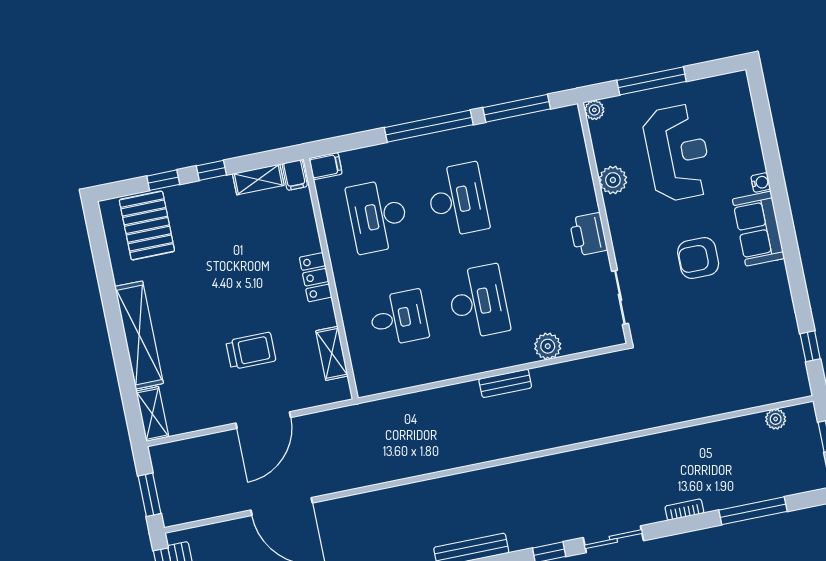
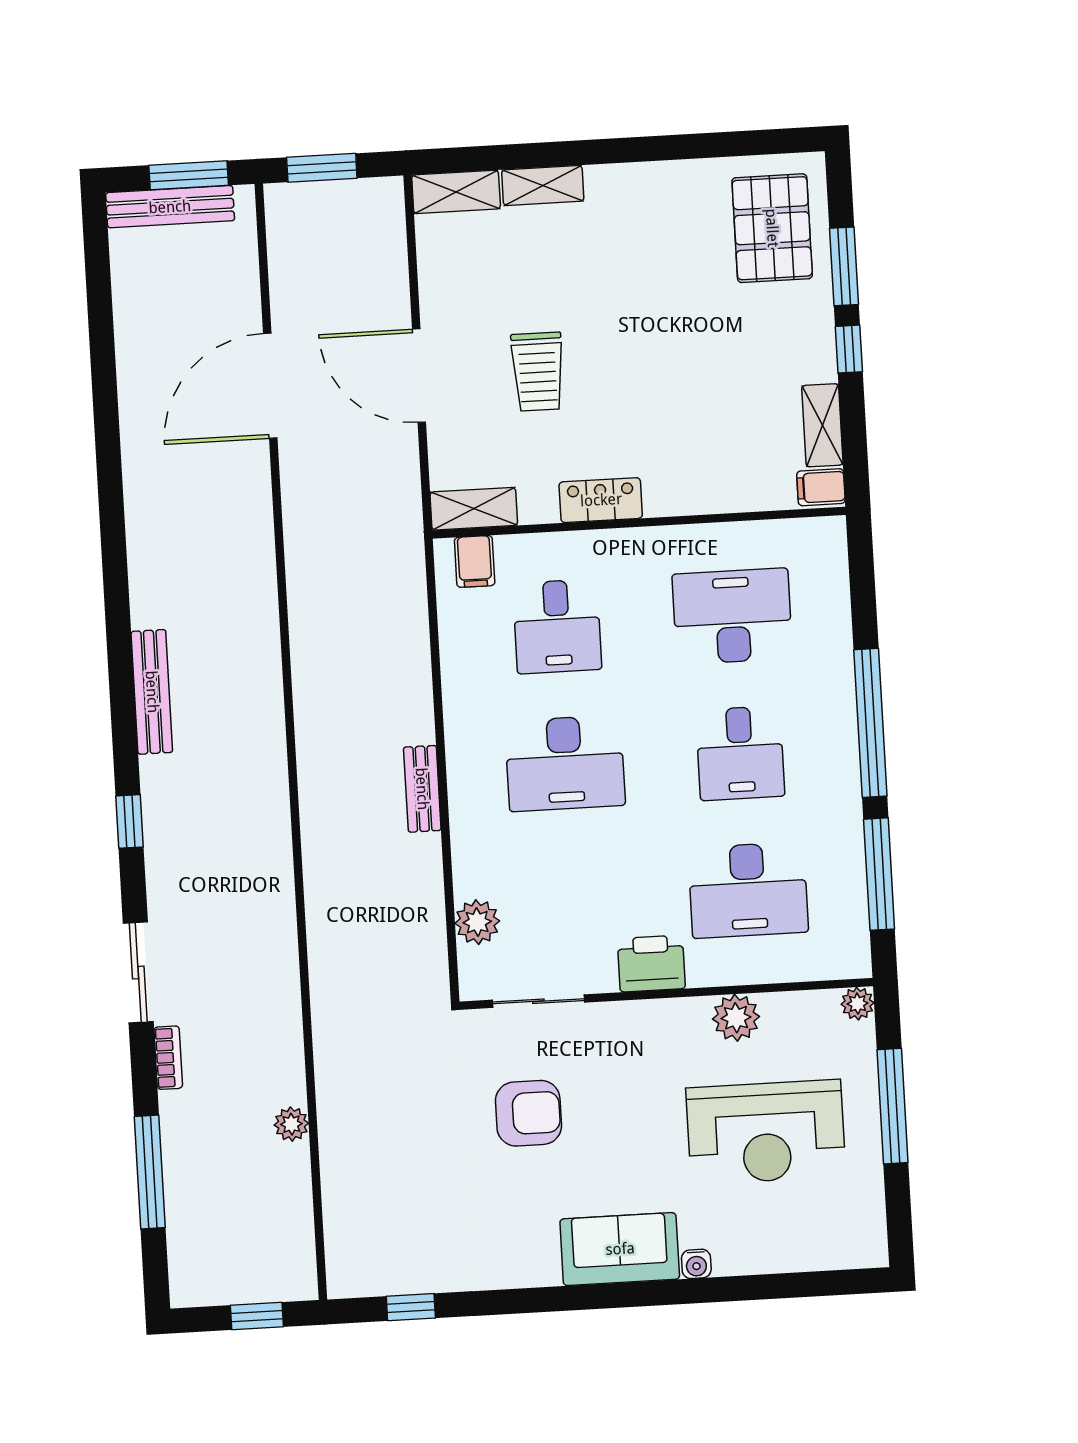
filing cabinet: (326, 166) -> (475, 561), moved
window: (163, 180) -> (844, 266), width x1.50
desk: (537, 184) -> (748, 890), added
desk: (457, 200) -> (740, 753), width x0.73
pallet: (147, 226) -> (772, 228), turned 90
armchair: (698, 258) -> (528, 1113), moved, turned 90
locker: (316, 277) -> (601, 500), moved
shelving: (139, 335) -> (543, 185), width x0.45, depth x0.75
plant: (548, 346) -> (477, 922), moved
shelving: (332, 353) -> (474, 509), moved
plant: (776, 419) -> (291, 1124), moved
sliding door: (613, 539) -> (138, 973), moved

